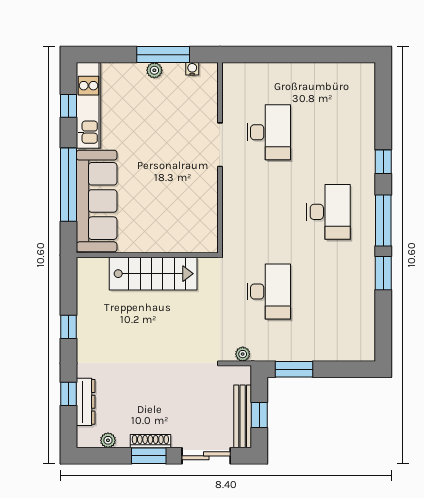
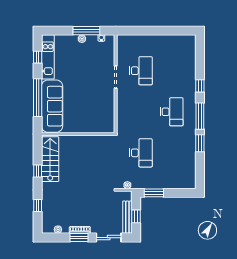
stairs: (153, 274) -> (50, 159), moved, turned -90
dresser: (86, 402) -> (46, 210), removed

